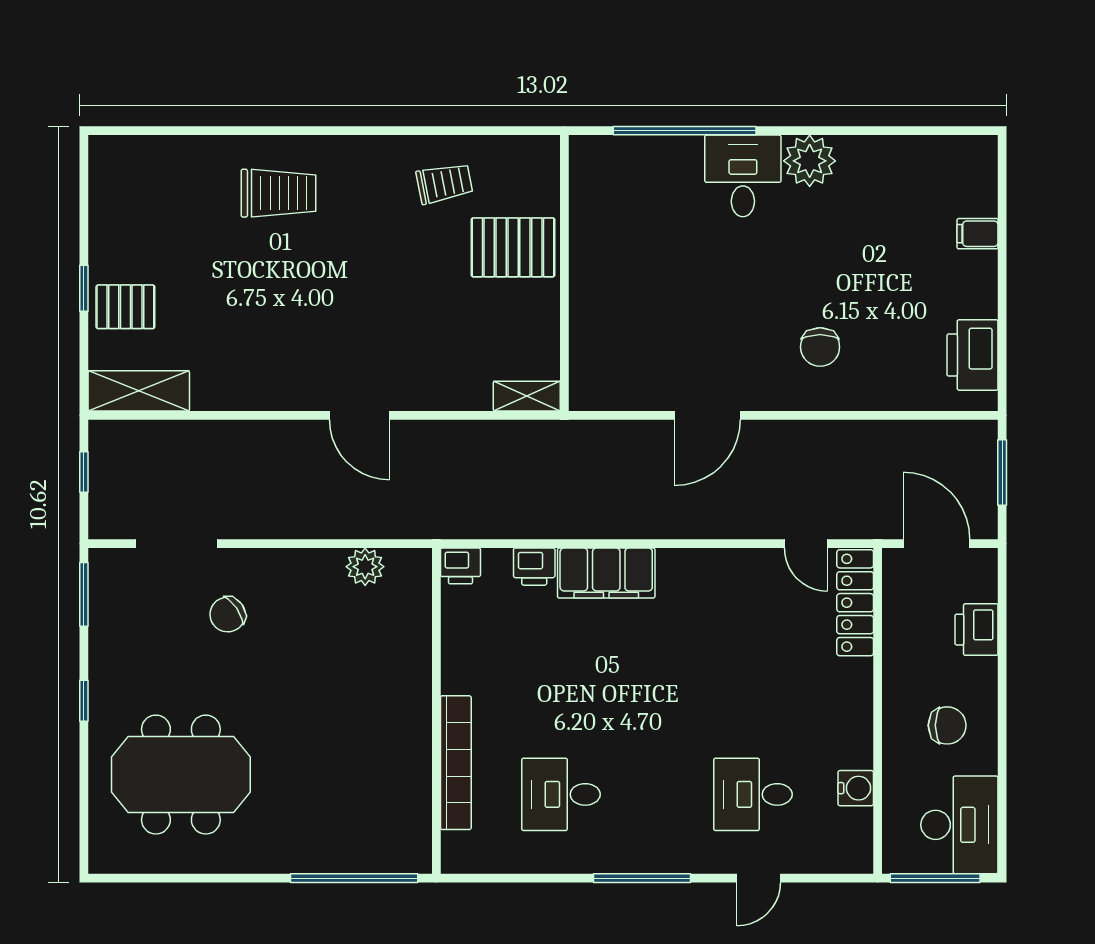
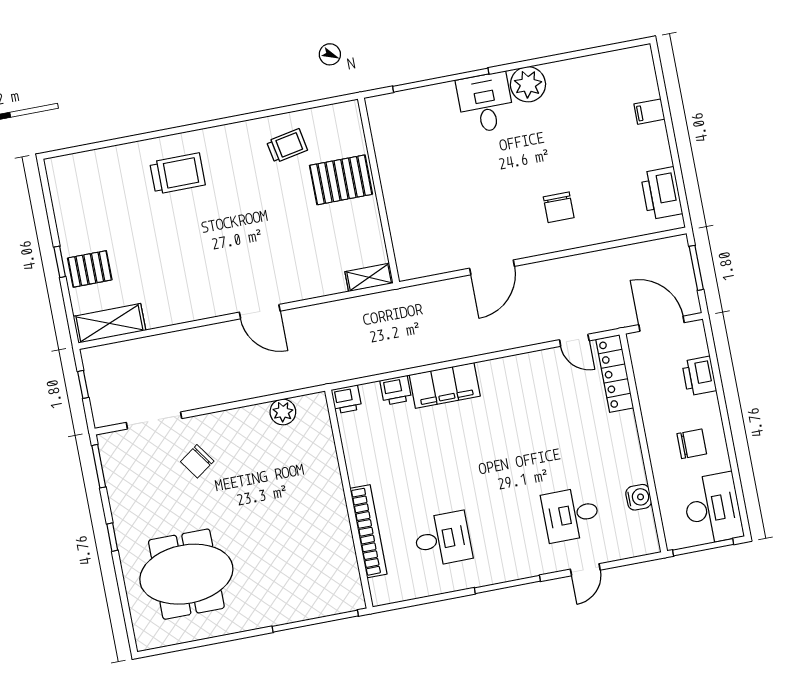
desk: (561, 794) -> (443, 539), turned 180

